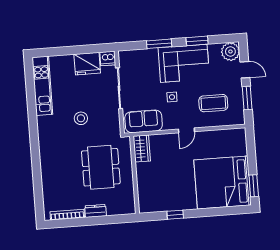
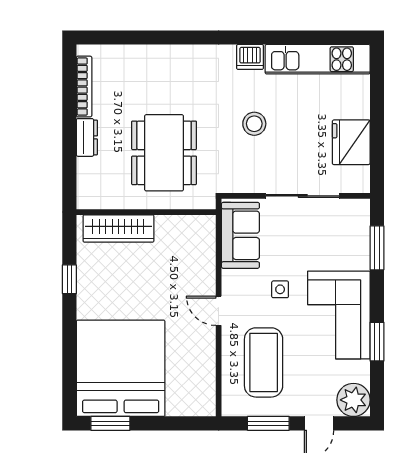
window: (159, 44) -> (377, 248), moved
dishwasher: (108, 58) -> (250, 57), moved, turned -90
coffee table: (213, 103) -> (264, 362), width x1.36, depth x1.32
wardrobe: (142, 148) -> (118, 228), moved, width x1.50
dining table: (101, 167) -> (164, 153), turned 90

